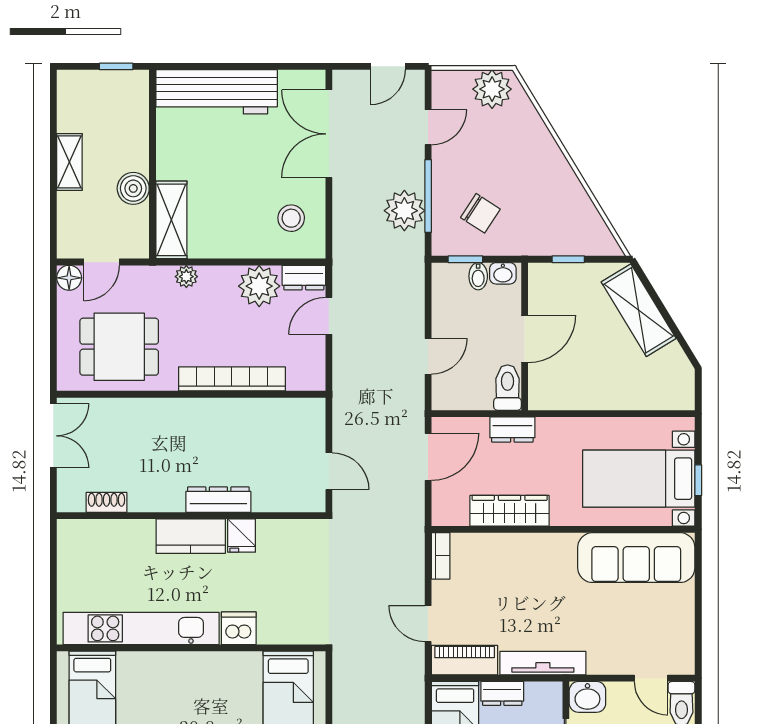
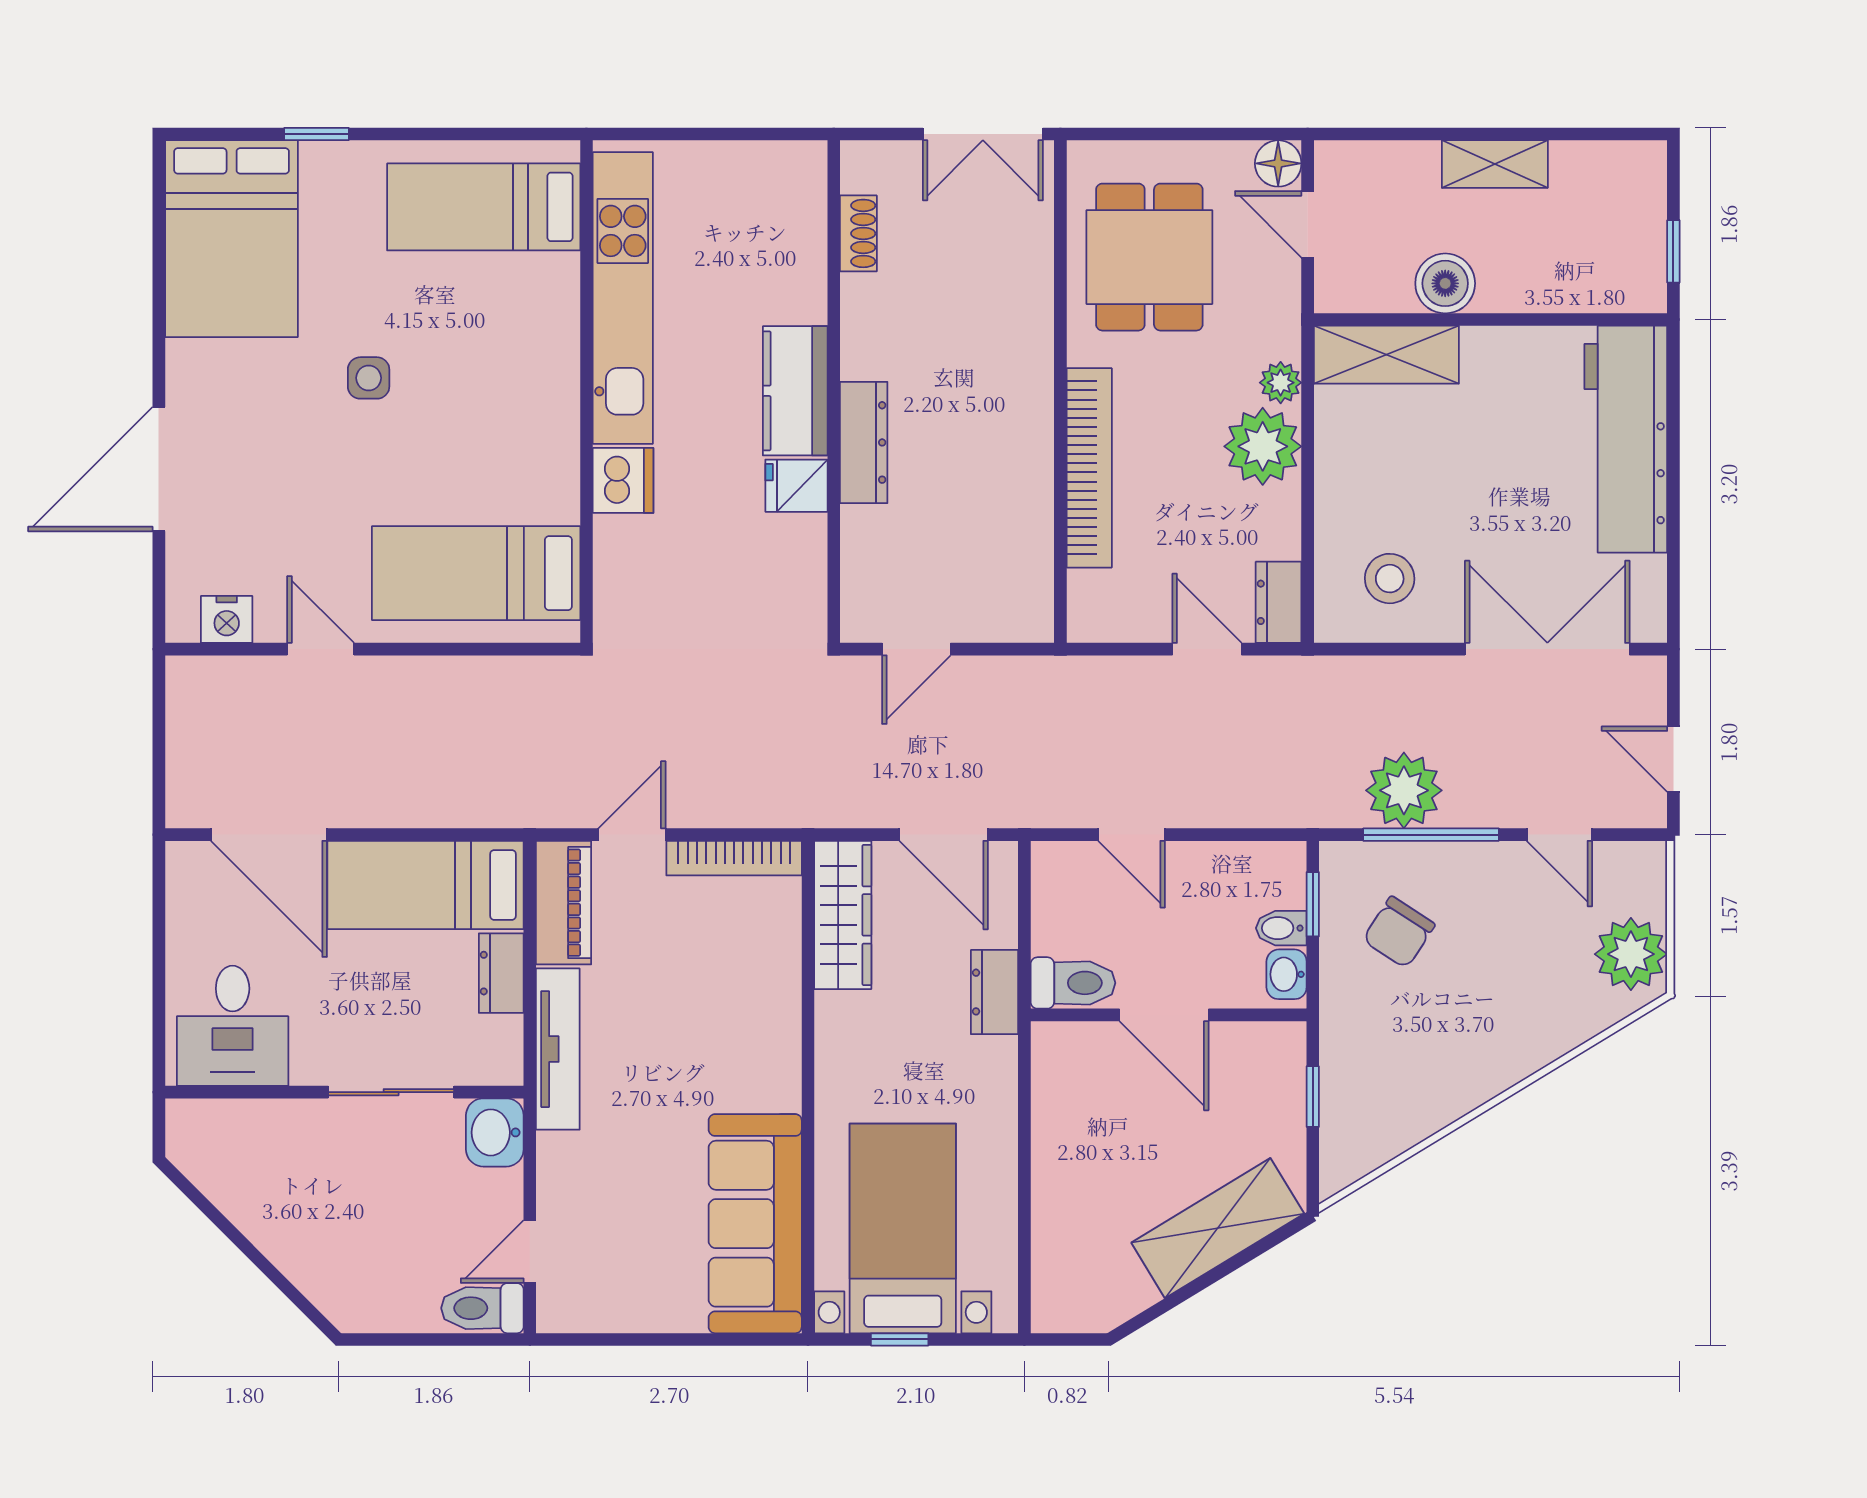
plant: (259, 286) -> (1263, 446), moved
wardrobe: (510, 511) -> (843, 915), moved
bookcase: (441, 556) -> (734, 858), width x1.56

